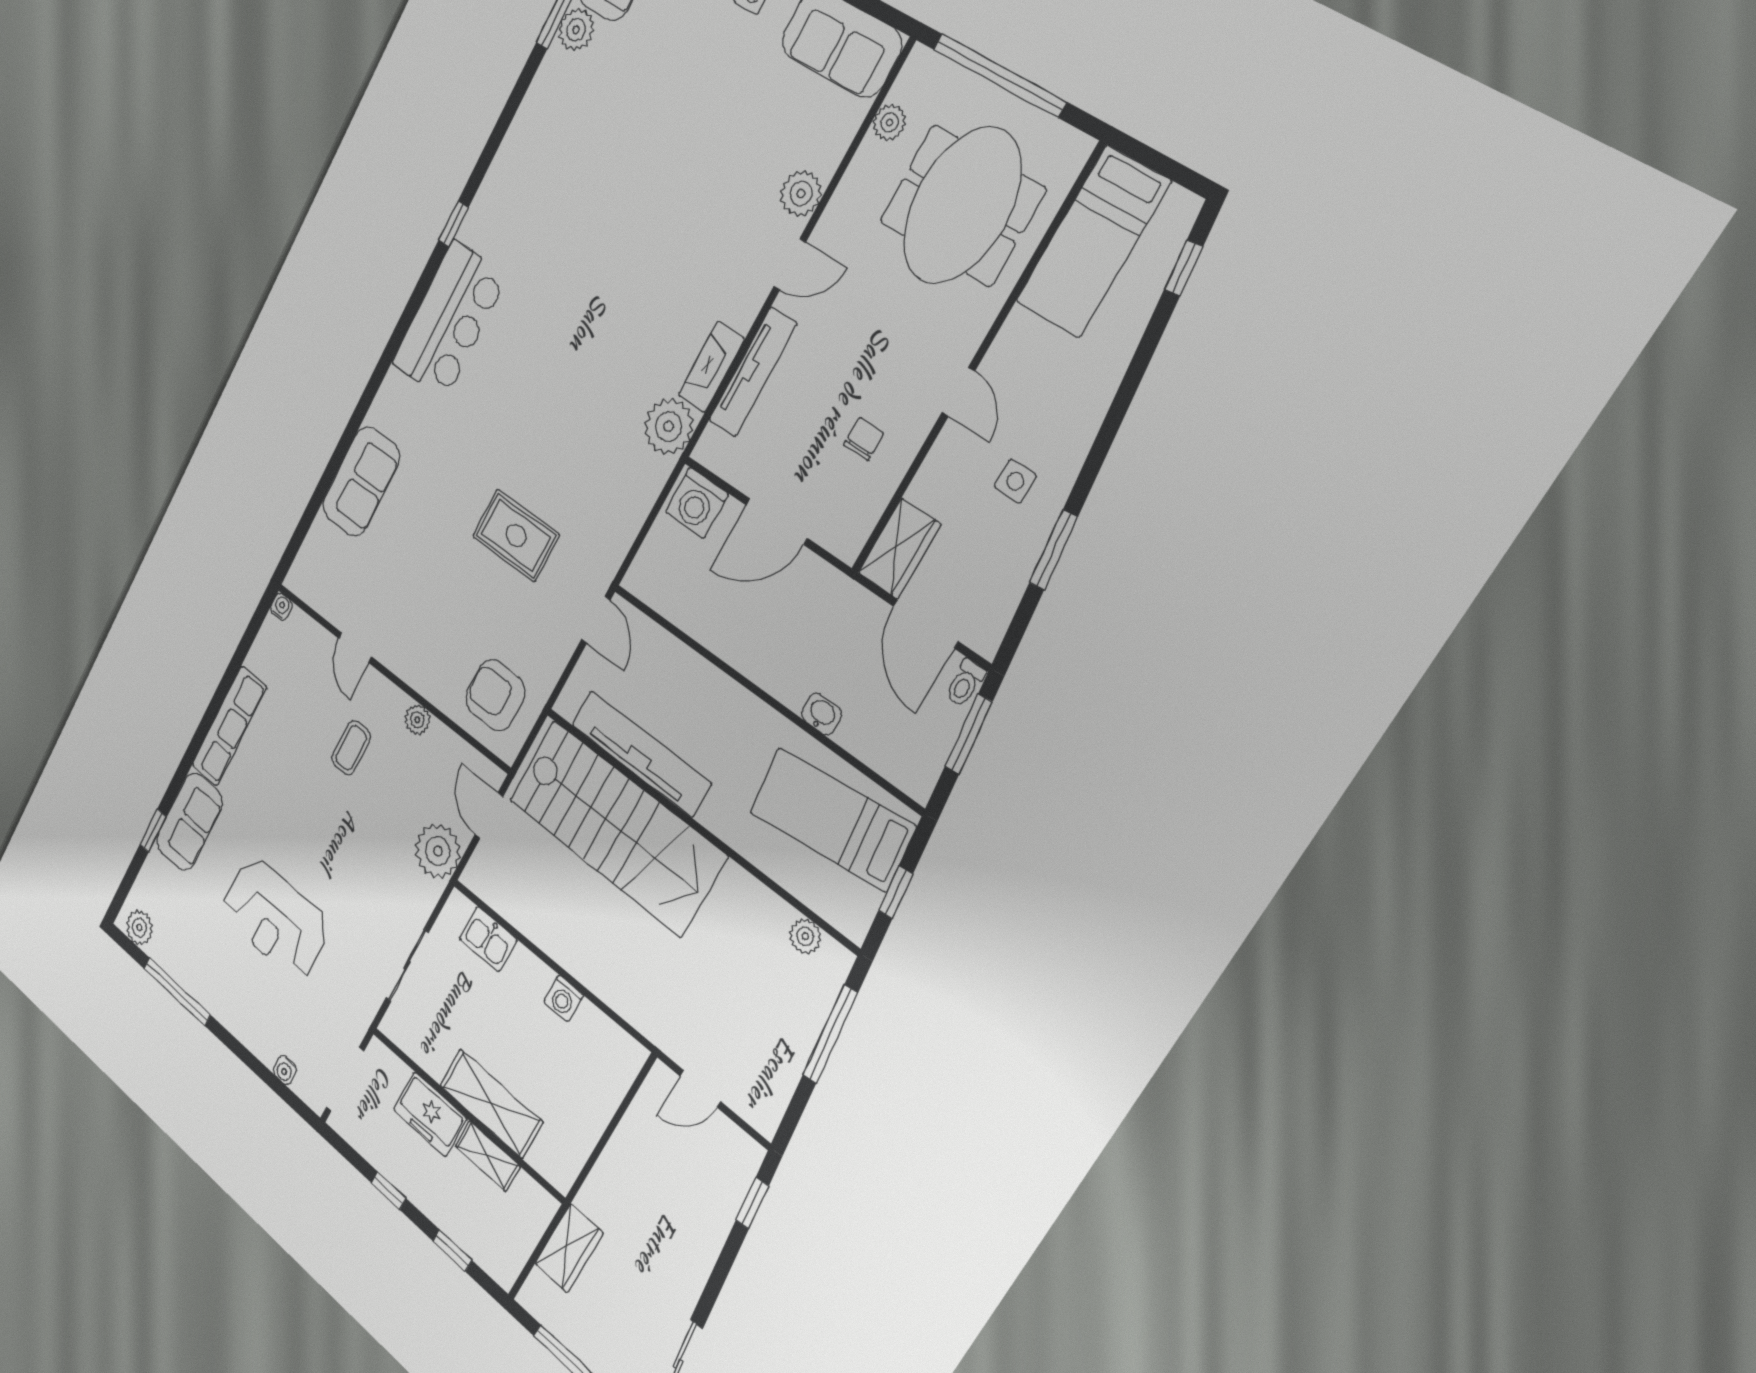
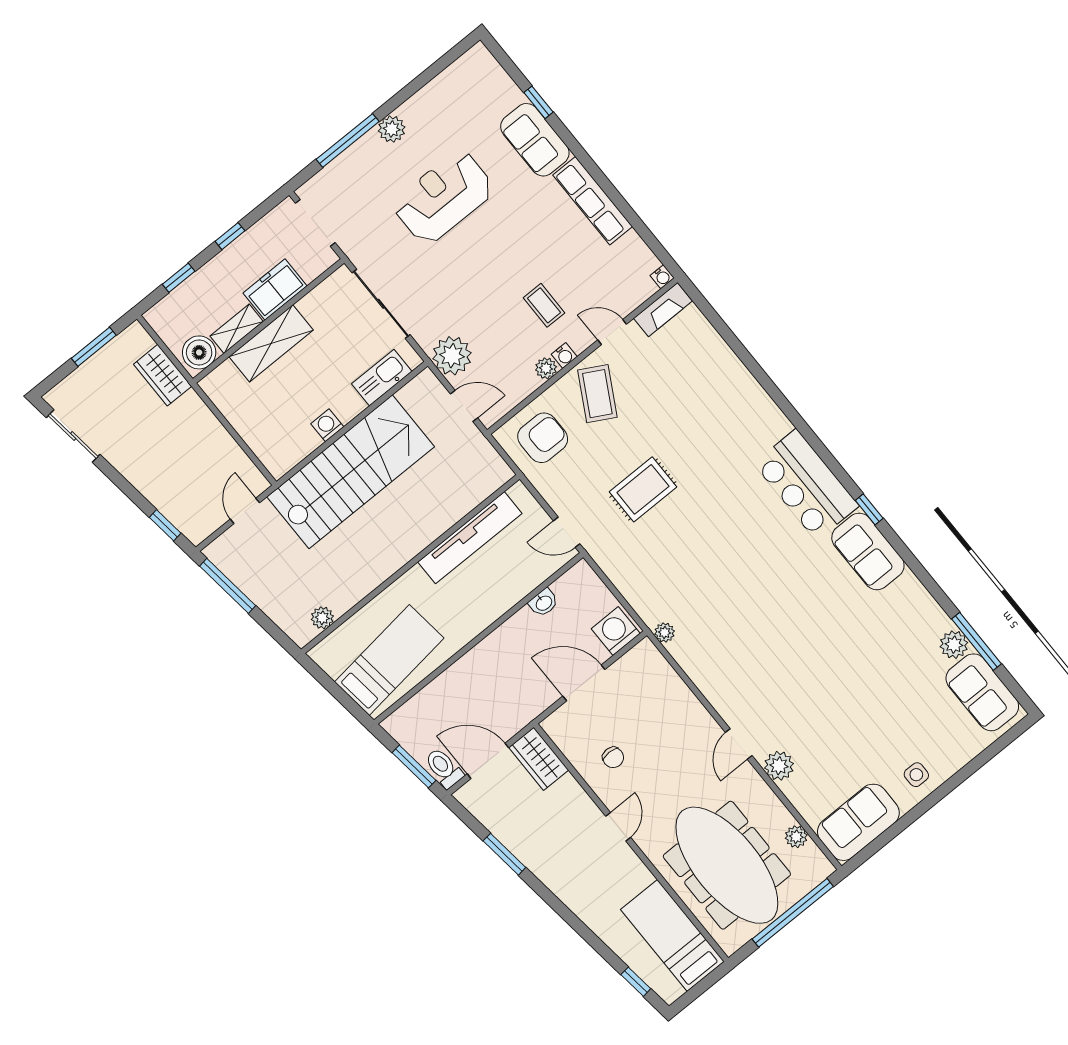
meeting table: (962, 206) -> (727, 865), width x1.36
fireplace: (711, 367) -> (663, 310), moved, turned 90
tv unit: (753, 372) -> (682, 697), removed
door: (958, 392) -> (618, 827), swing flipped
plant: (669, 426) -> (665, 633), width x0.53, depth x0.53
sofa: (361, 481) -> (868, 551), moved
side table: (1015, 481) -> (553, 844), removed
door: (777, 522) -> (584, 683), hinge flipped
coffee table: (426, 640) -> (597, 394), added
toilet: (965, 683) -> (444, 768), width x1.37, depth x1.39
washbasin: (822, 714) -> (544, 603), moved
stairs: (617, 828) -> (351, 472), moved, turned 180
window: (896, 892) -> (333, 688), removed
plant: (139, 927) -> (392, 129), moved
kitchen sink: (488, 939) -> (382, 378), width x1.38
sliding door: (407, 965) -> (381, 304), width x1.37
window: (177, 992) -> (348, 140), moved
window: (830, 1034) -> (228, 586), moved
water cooler: (285, 1070) -> (564, 356), moved, turned 180
boiler: (529, 1202) -> (199, 352), added

